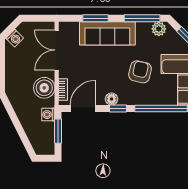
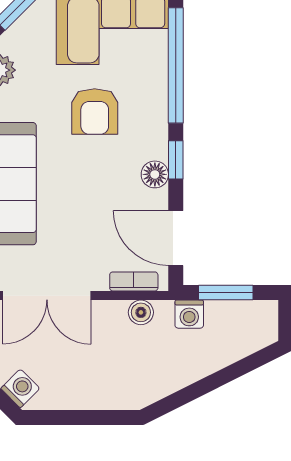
armchair: (140, 72) -> (95, 111), turned -103
boiler: (44, 88) -> (141, 312), width x0.54, depth x0.54

